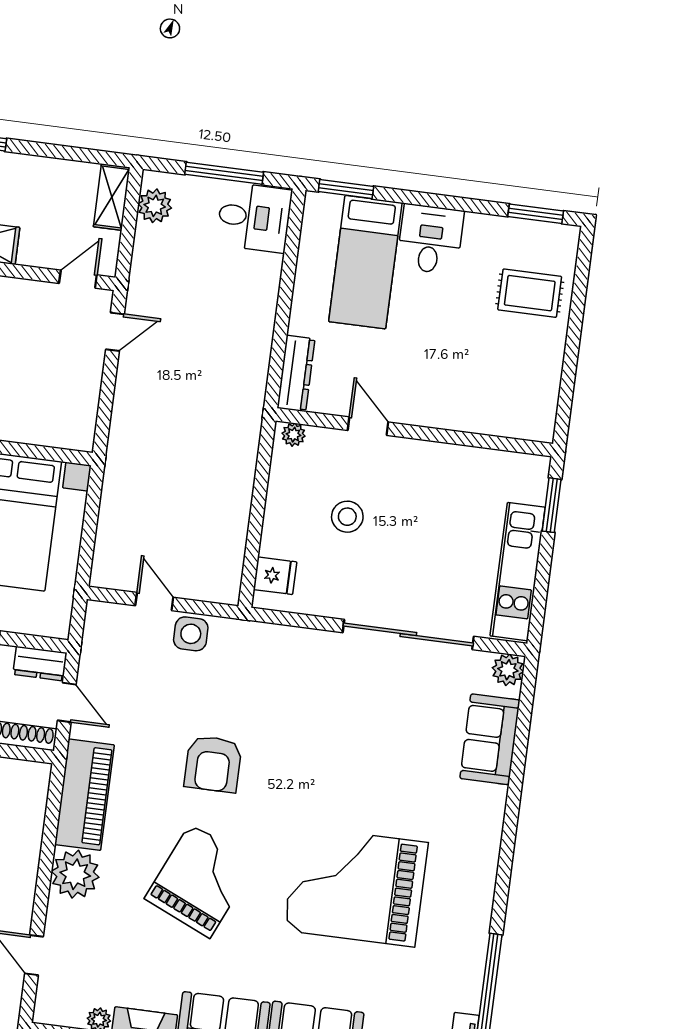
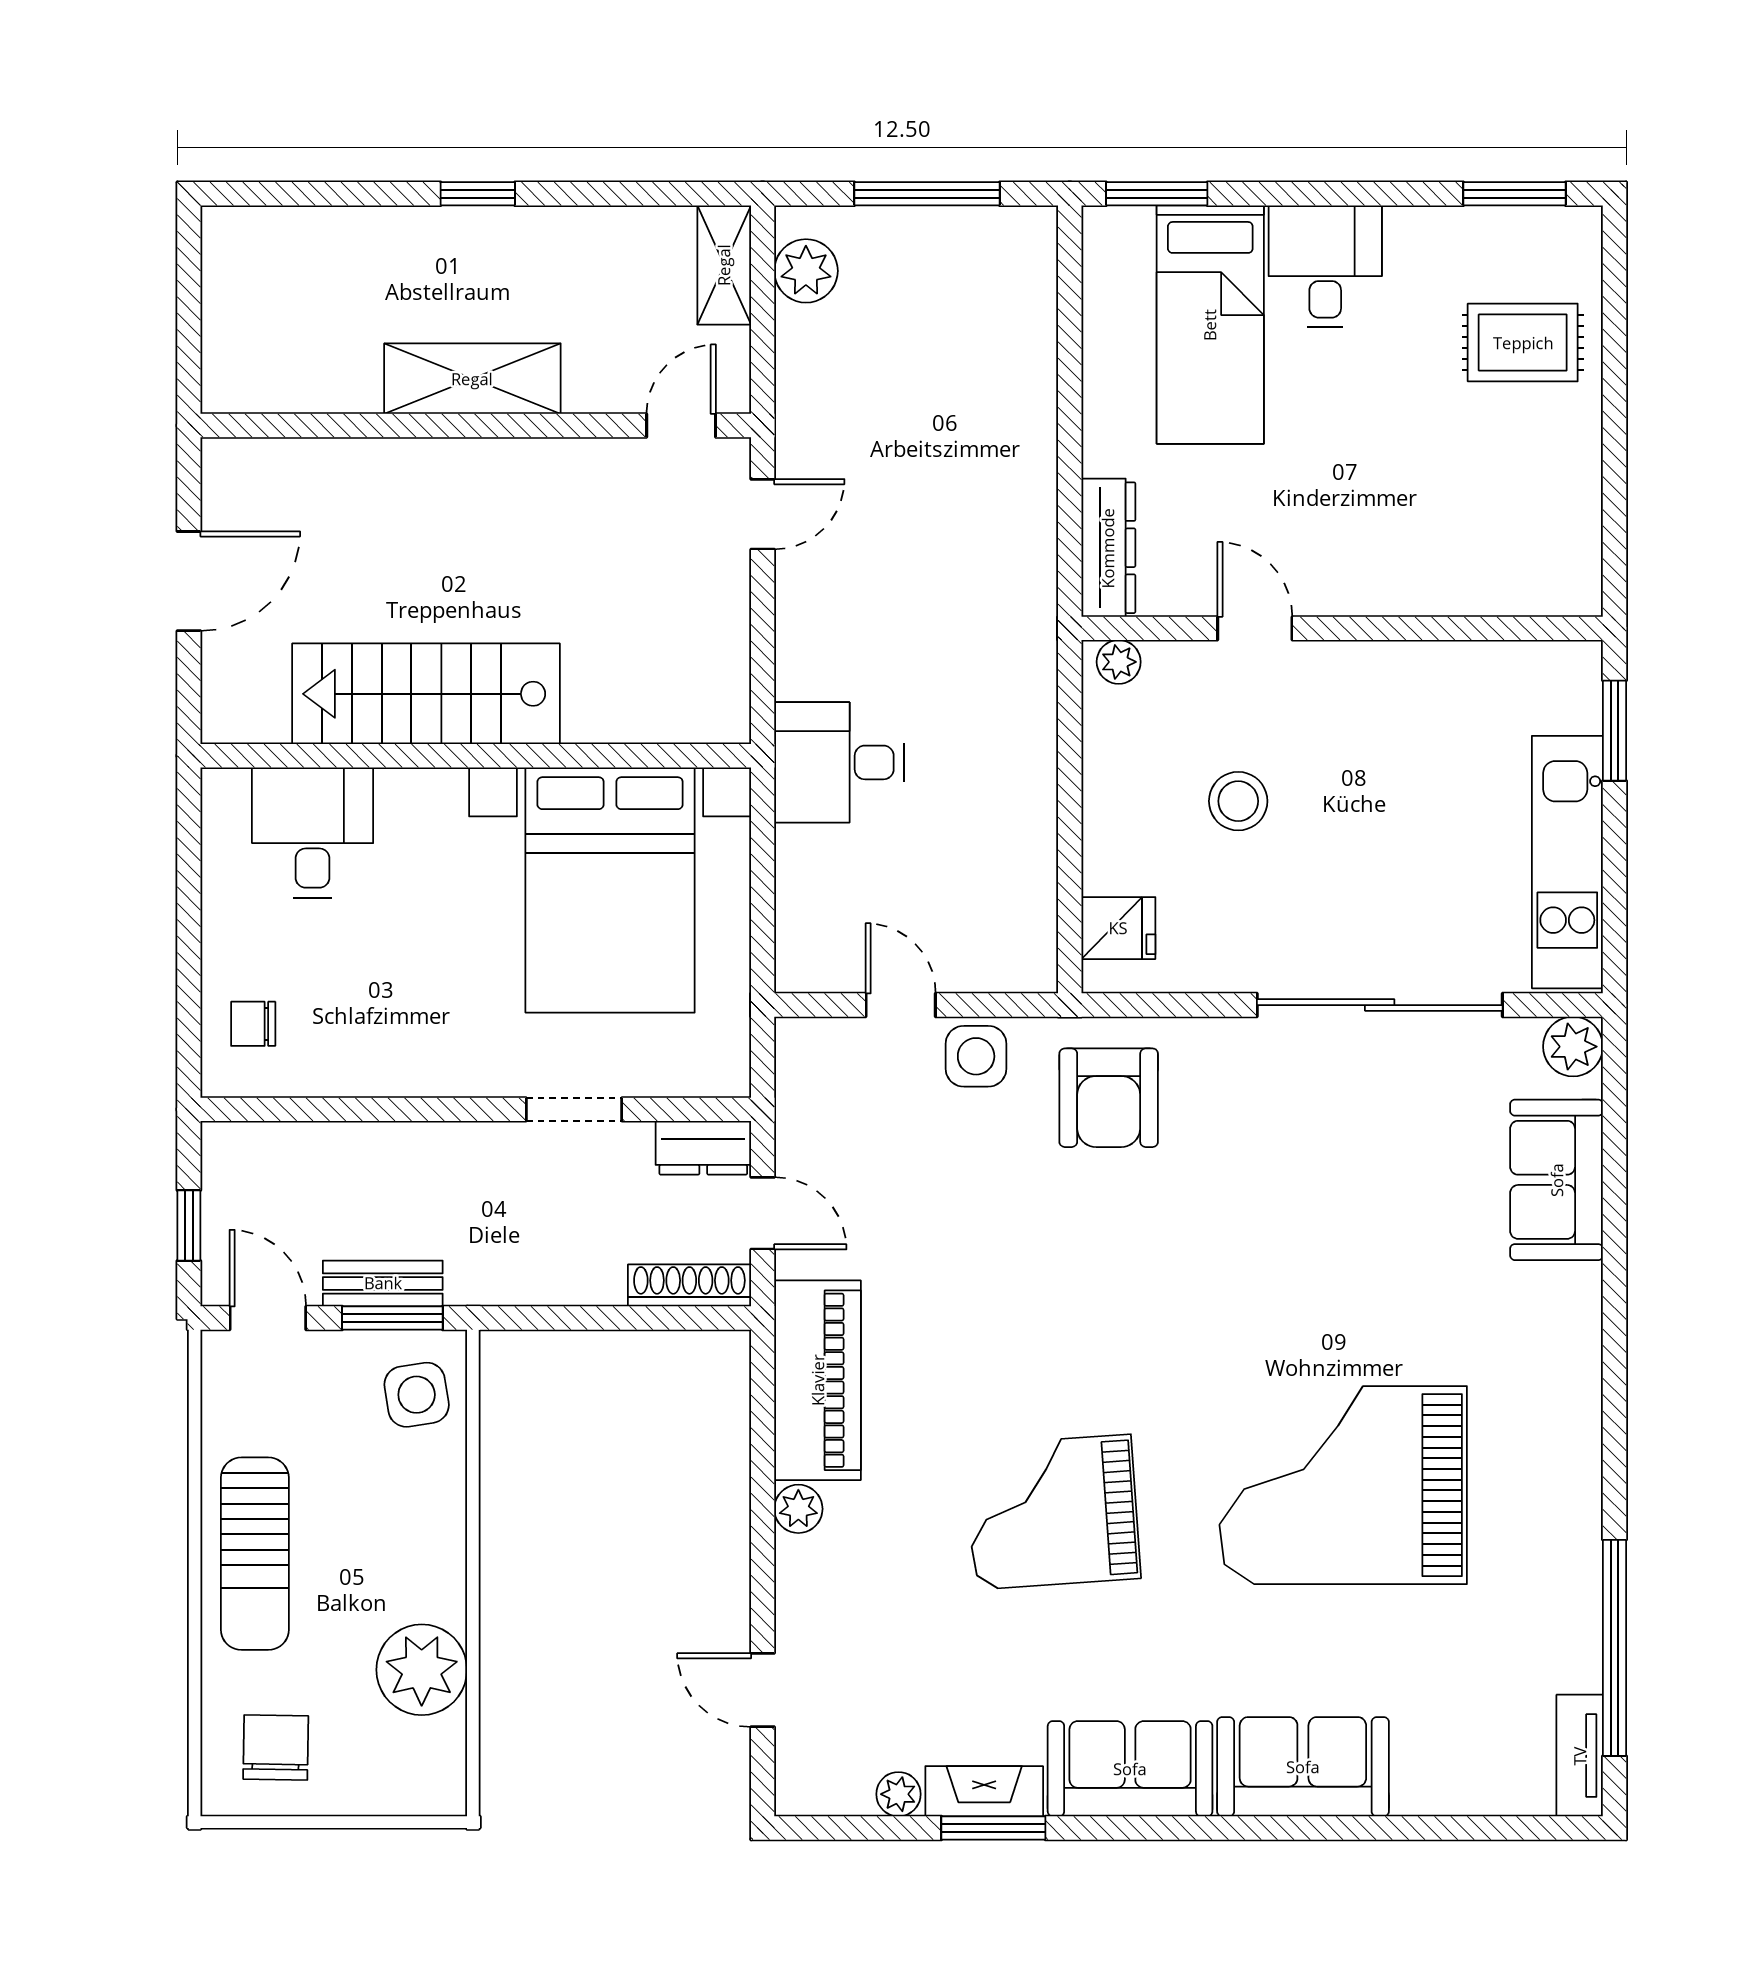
desk: (254, 217) -> (839, 762), moved, turned 180
armchair: (213, 764) -> (1109, 1098), moved
plant: (75, 874) -> (798, 1509), width x0.53, depth x0.53
grand piano: (200, 881) -> (1053, 1512), turned -118

